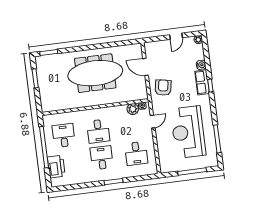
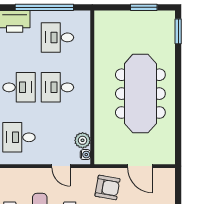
door: (146, 67) -> (140, 166), swing flipped
desk: (64, 136) -> (57, 37), turned 180

